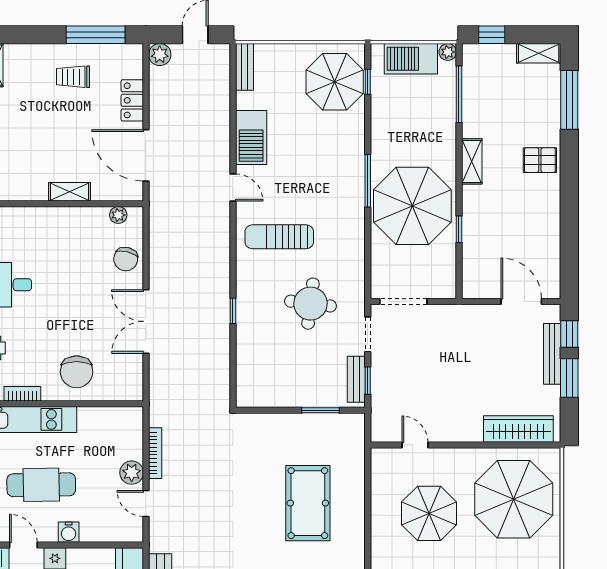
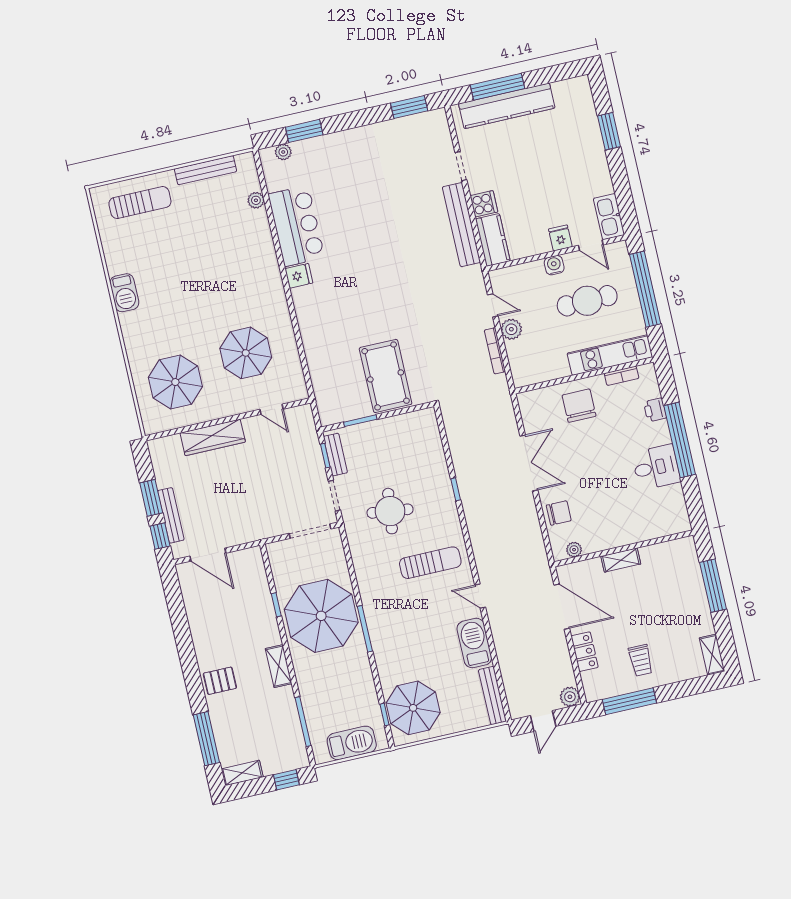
plant: (448, 52) -> (321, 756), removed
bench: (244, 67) -> (492, 696), width x1.36
trolley: (73, 77) -> (641, 660), turned 90
chair: (126, 259) -> (559, 513), turned 76
wardrobe: (518, 429) -> (213, 437), moved
parasol: (514, 499) -> (175, 382), width x0.73, depth x0.73
pool table: (308, 503) -> (386, 376), moved

